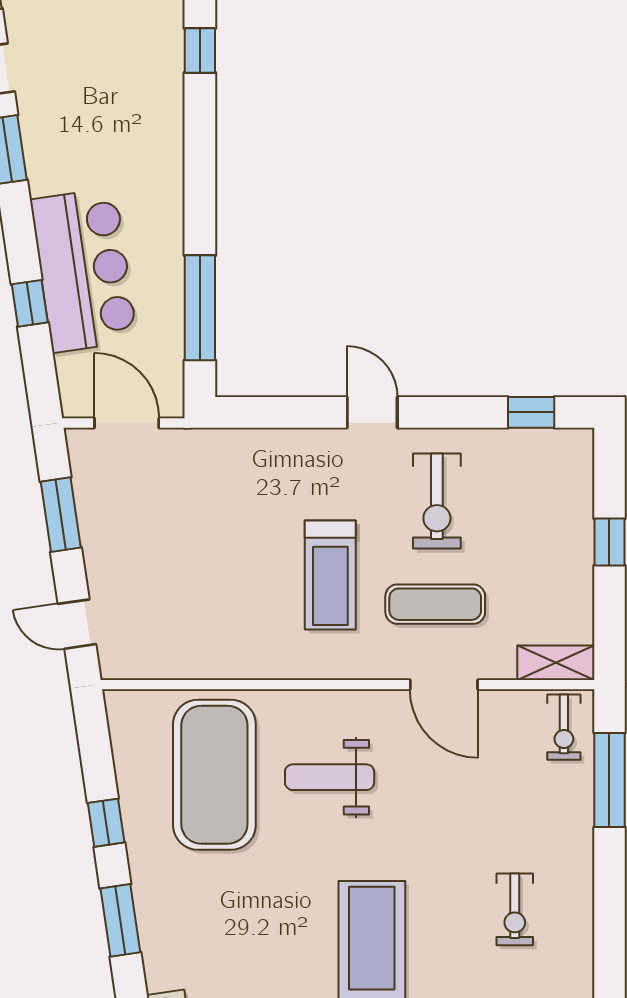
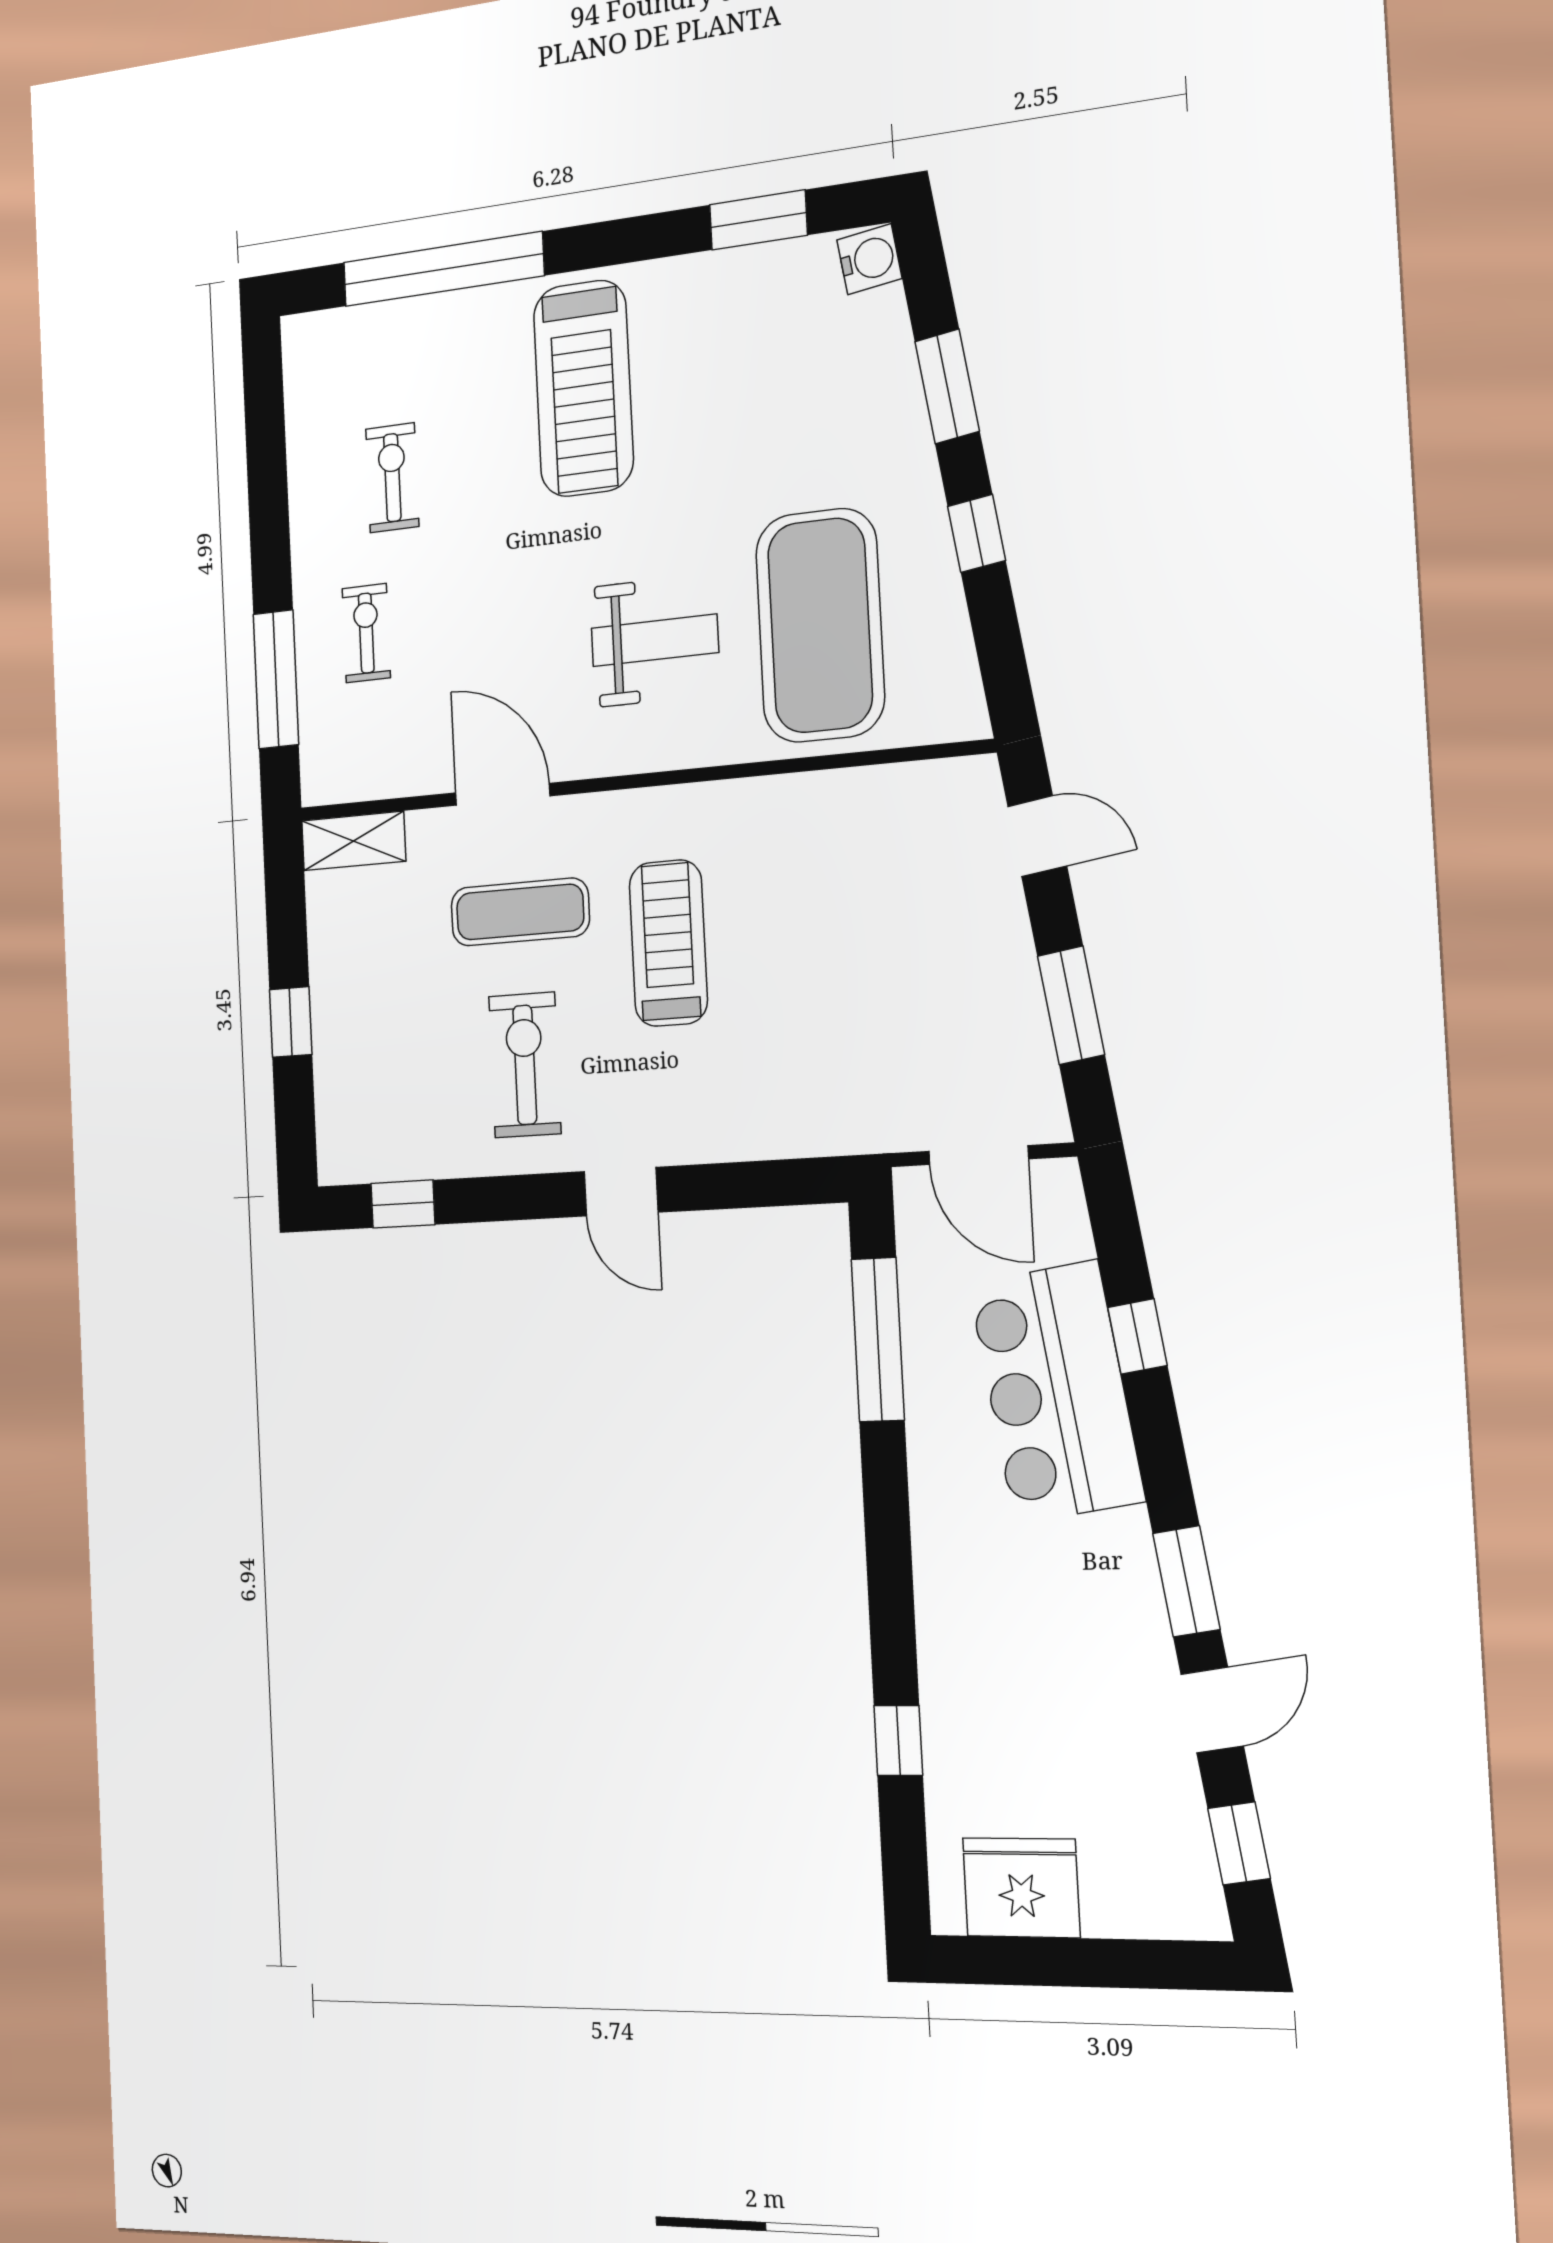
exercise bike: (564, 727) -> (366, 633), moved

